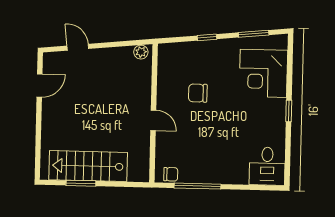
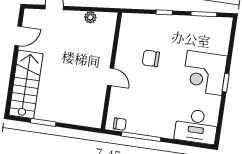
plant: (141, 52) -> (90, 17), moved
corner desk: (263, 73) -> (205, 73), moved
stairs: (88, 166) -> (26, 84), moved, turned 90
desk: (267, 166) -> (196, 126), width x1.37

